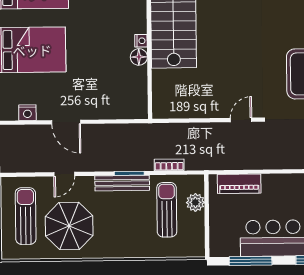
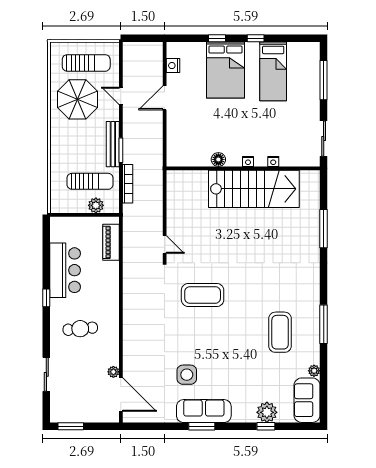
nightstand: (141, 41) -> (248, 161), moved
bookcase: (169, 165) -> (128, 184), width x1.56
window: (251, 261) -> (46, 251), removed

